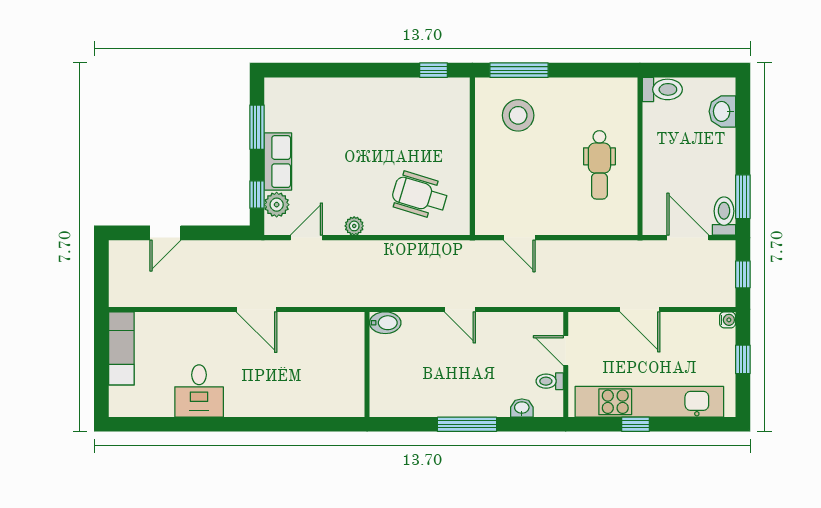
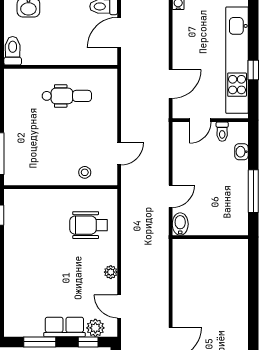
stool: (518, 115) -> (85, 172), moved, width x0.53, depth x0.53
wheelchair: (420, 195) -> (89, 225), turned 73
door: (640, 309) -> (171, 84), moved
bidet: (385, 323) -> (180, 224), moved
wall: (367, 364) -> (210, 237), moved

